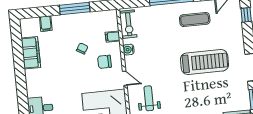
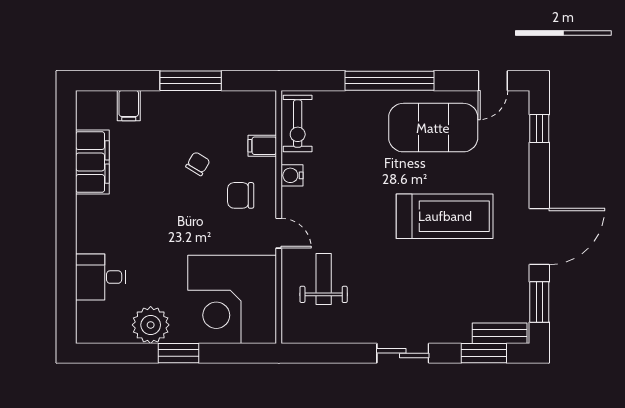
exercise mat: (195, 20) -> (433, 128), width x2.00, depth x1.45

